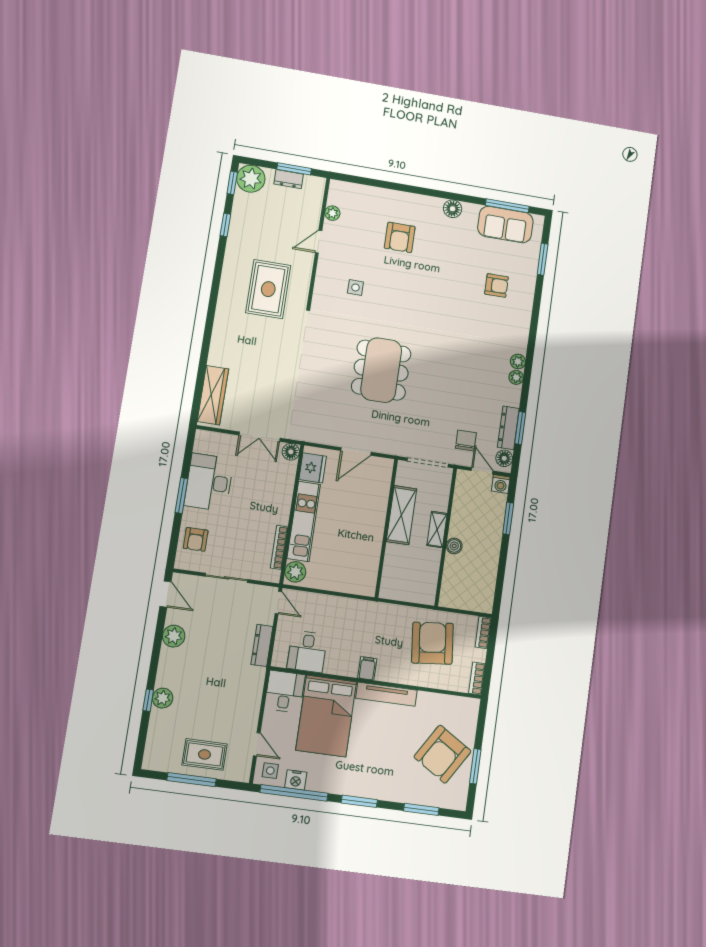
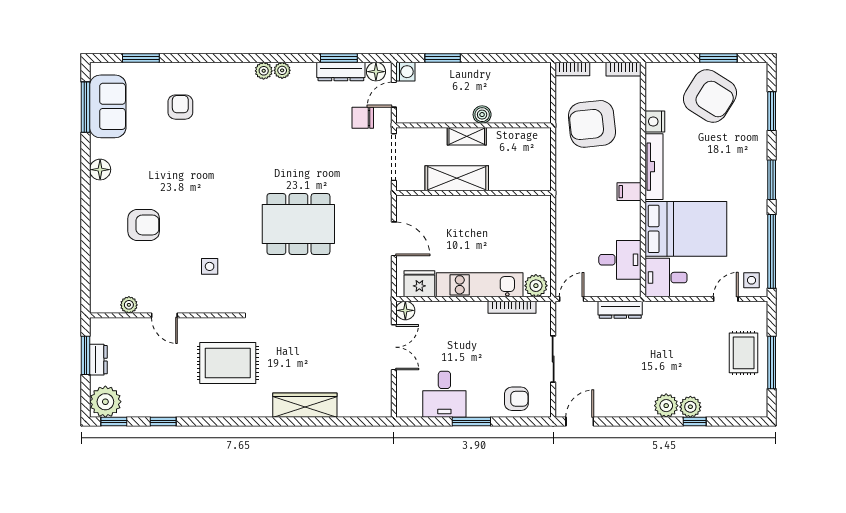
wardrobe: (213, 395) -> (305, 405), moved
desk: (209, 482) -> (444, 394), width x0.73
plant: (174, 636) -> (666, 406), moved
nightstand: (296, 780) -> (655, 121), moved, turned 180

